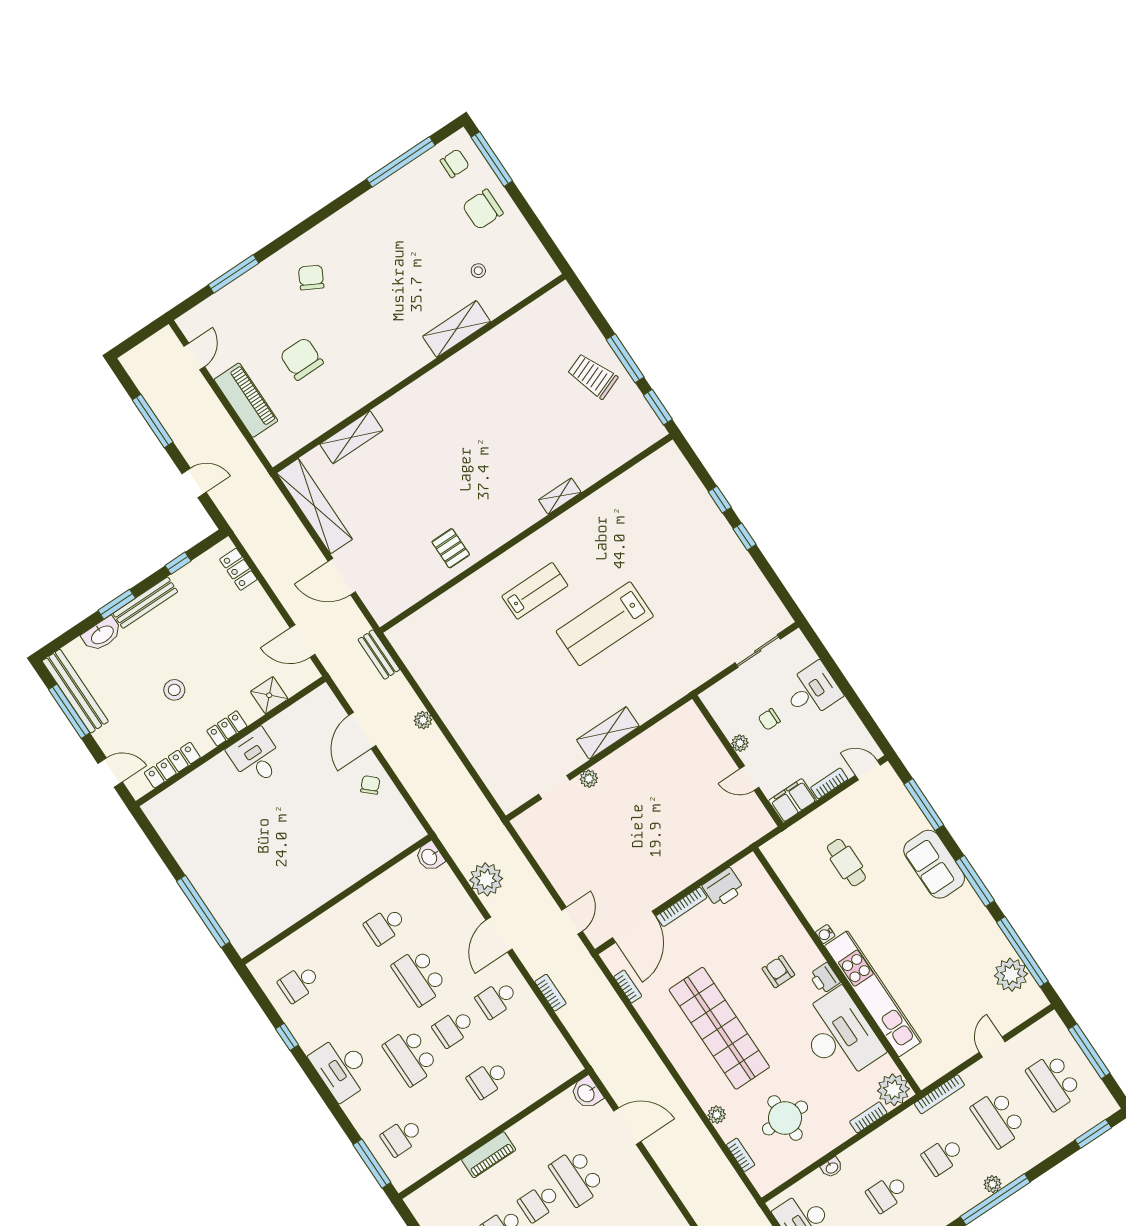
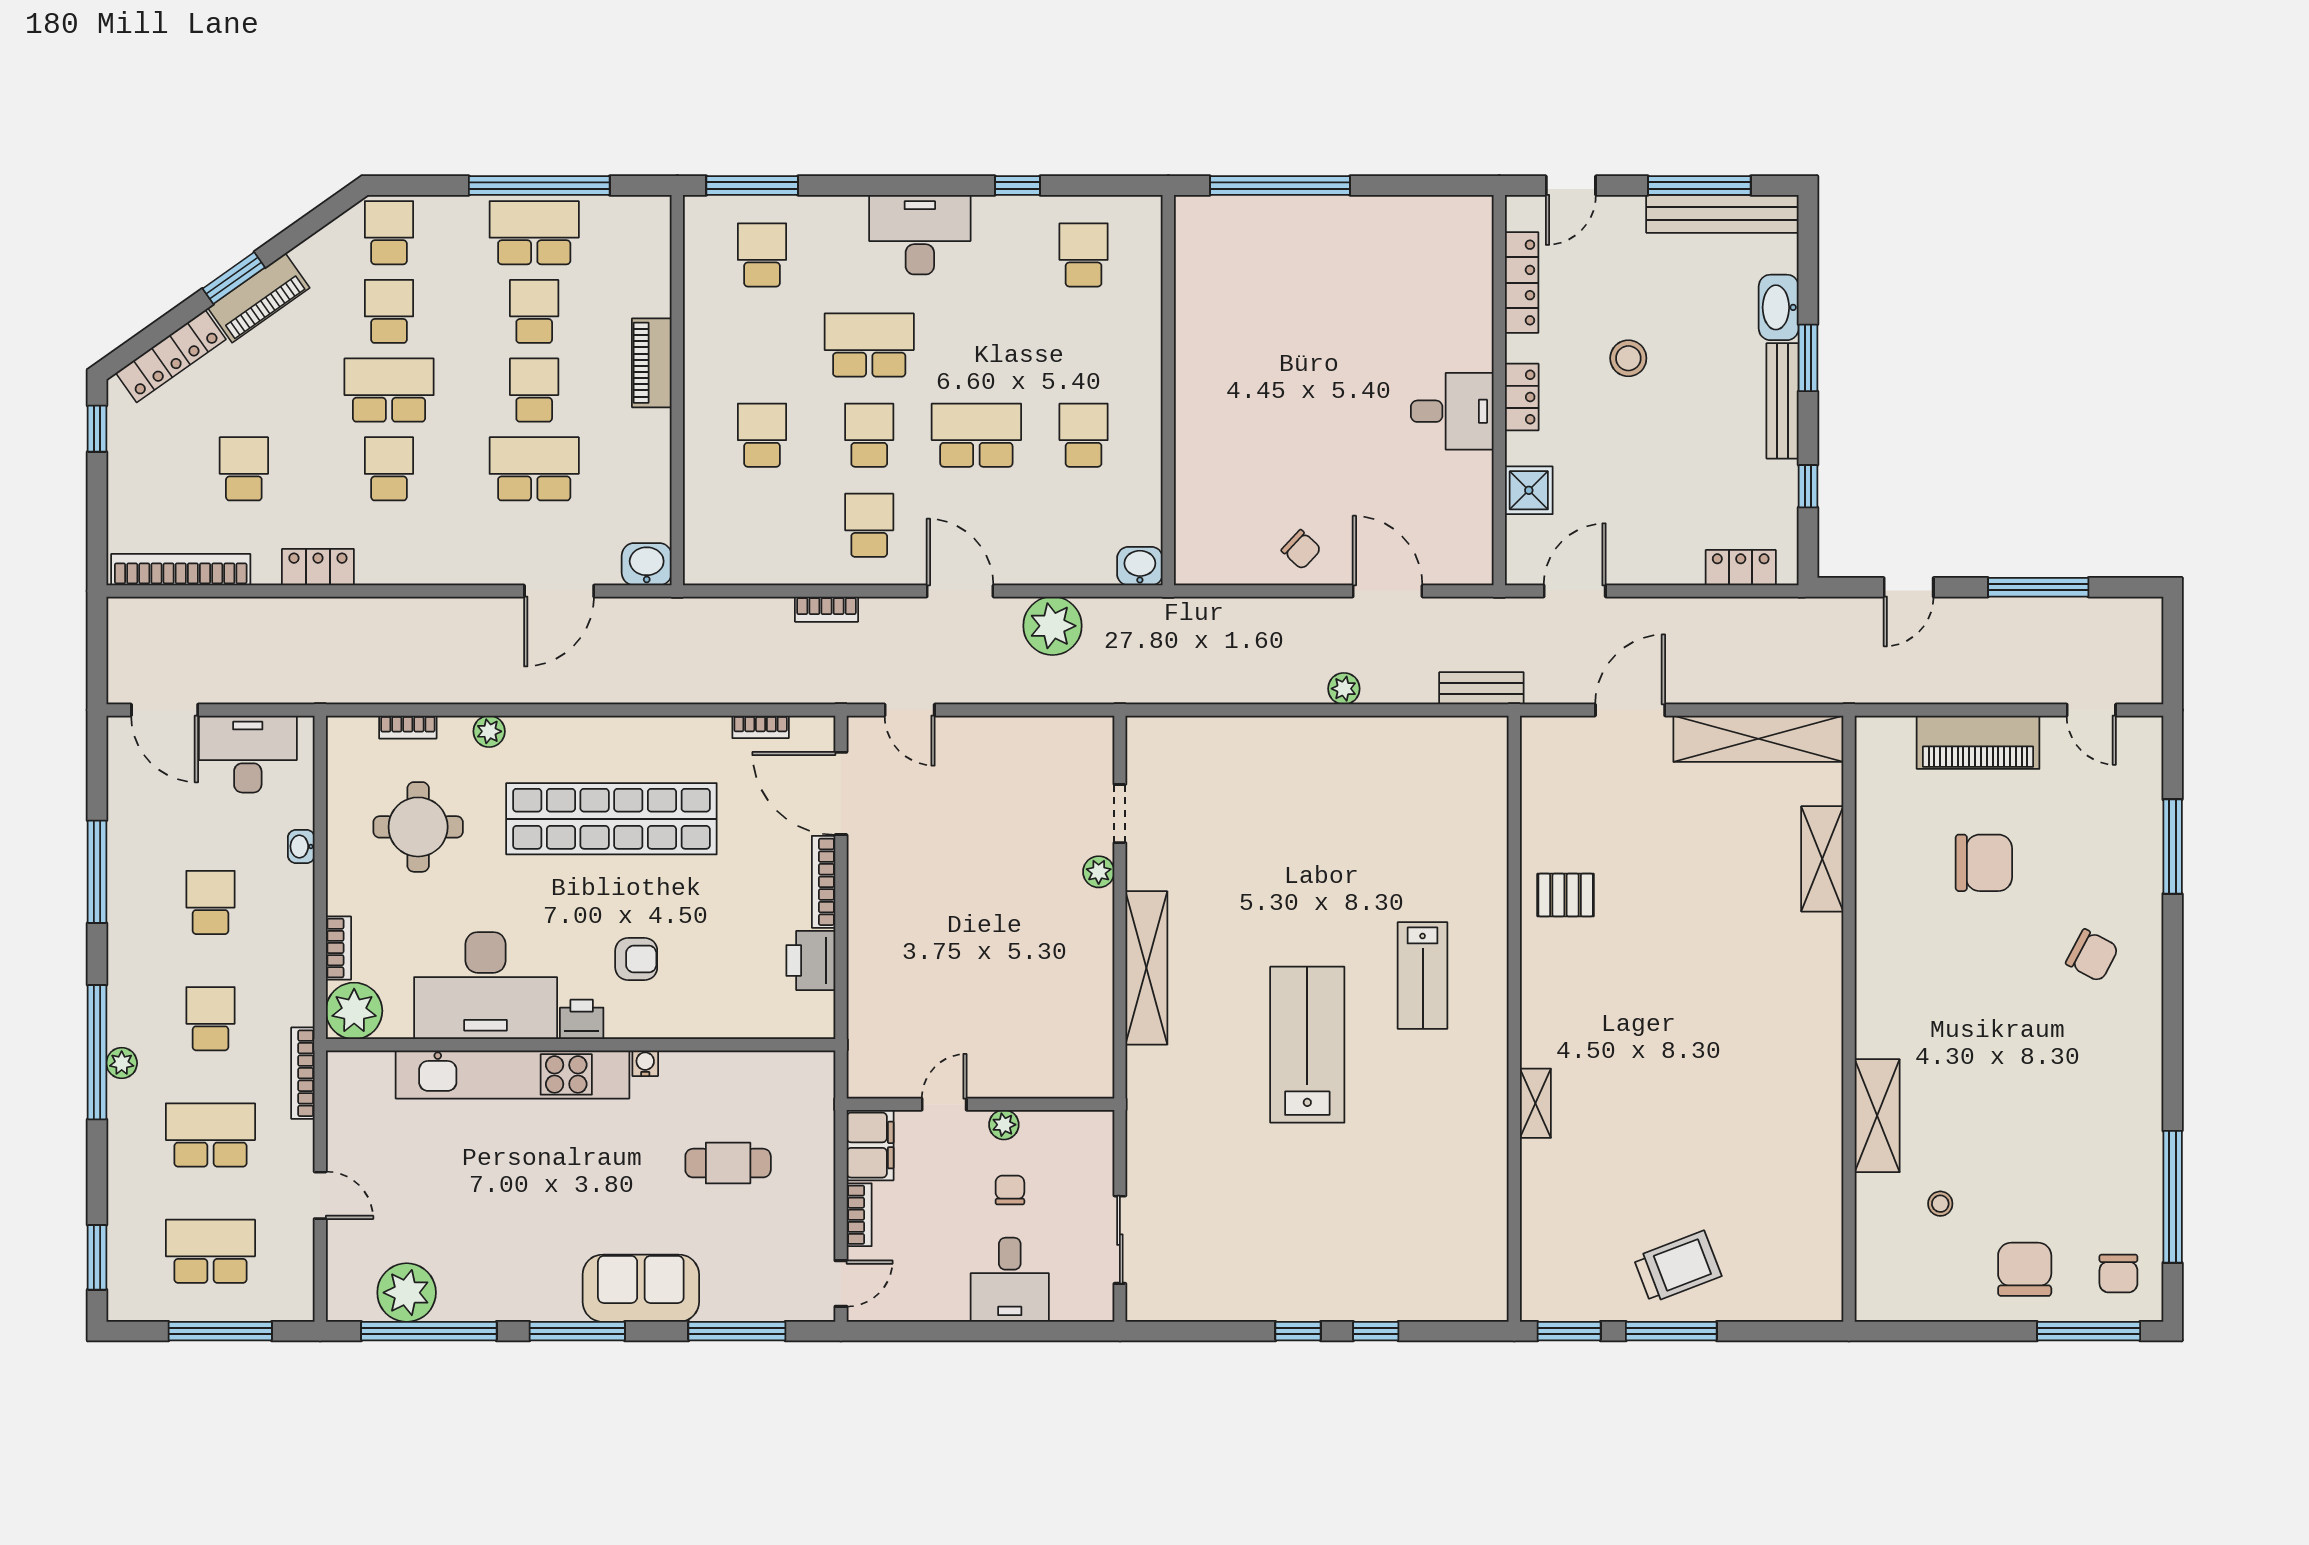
shelving: (608, 733) -> (1146, 968), width x1.47

